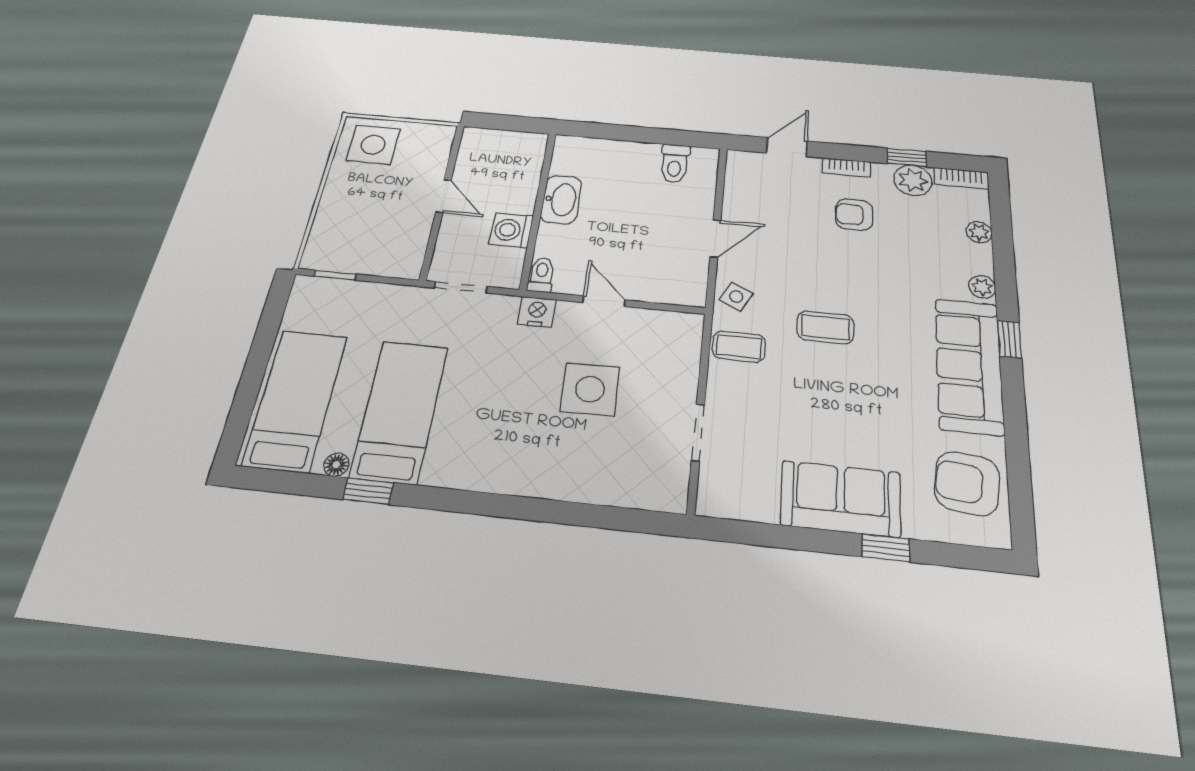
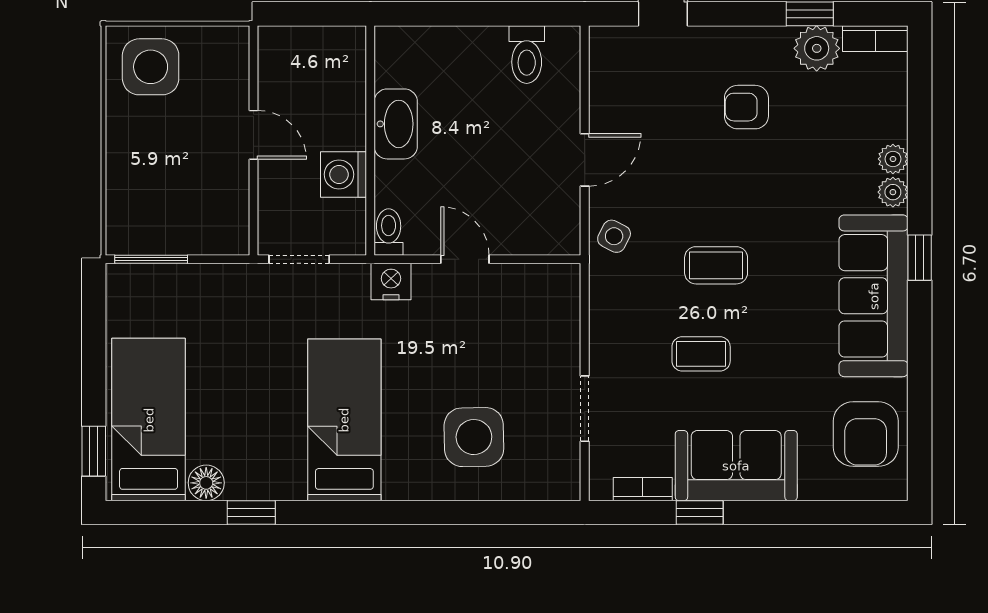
bookcase: (846, 167) -> (643, 489), moved, turned 180
plant: (979, 232) -> (893, 159), moved
window: (335, 275) -> (151, 259), width x1.50
coffee table: (739, 347) -> (701, 354), moved
side table: (590, 389) -> (474, 437), moved
bed: (400, 411) -> (344, 420), moved
window: (238, 421) -> (94, 451), added
floor lamp: (336, 465) -> (206, 483), width x1.37, depth x1.37
armchair: (967, 483) -> (866, 434), turned -96
window: (886, 548) -> (700, 512), moved

